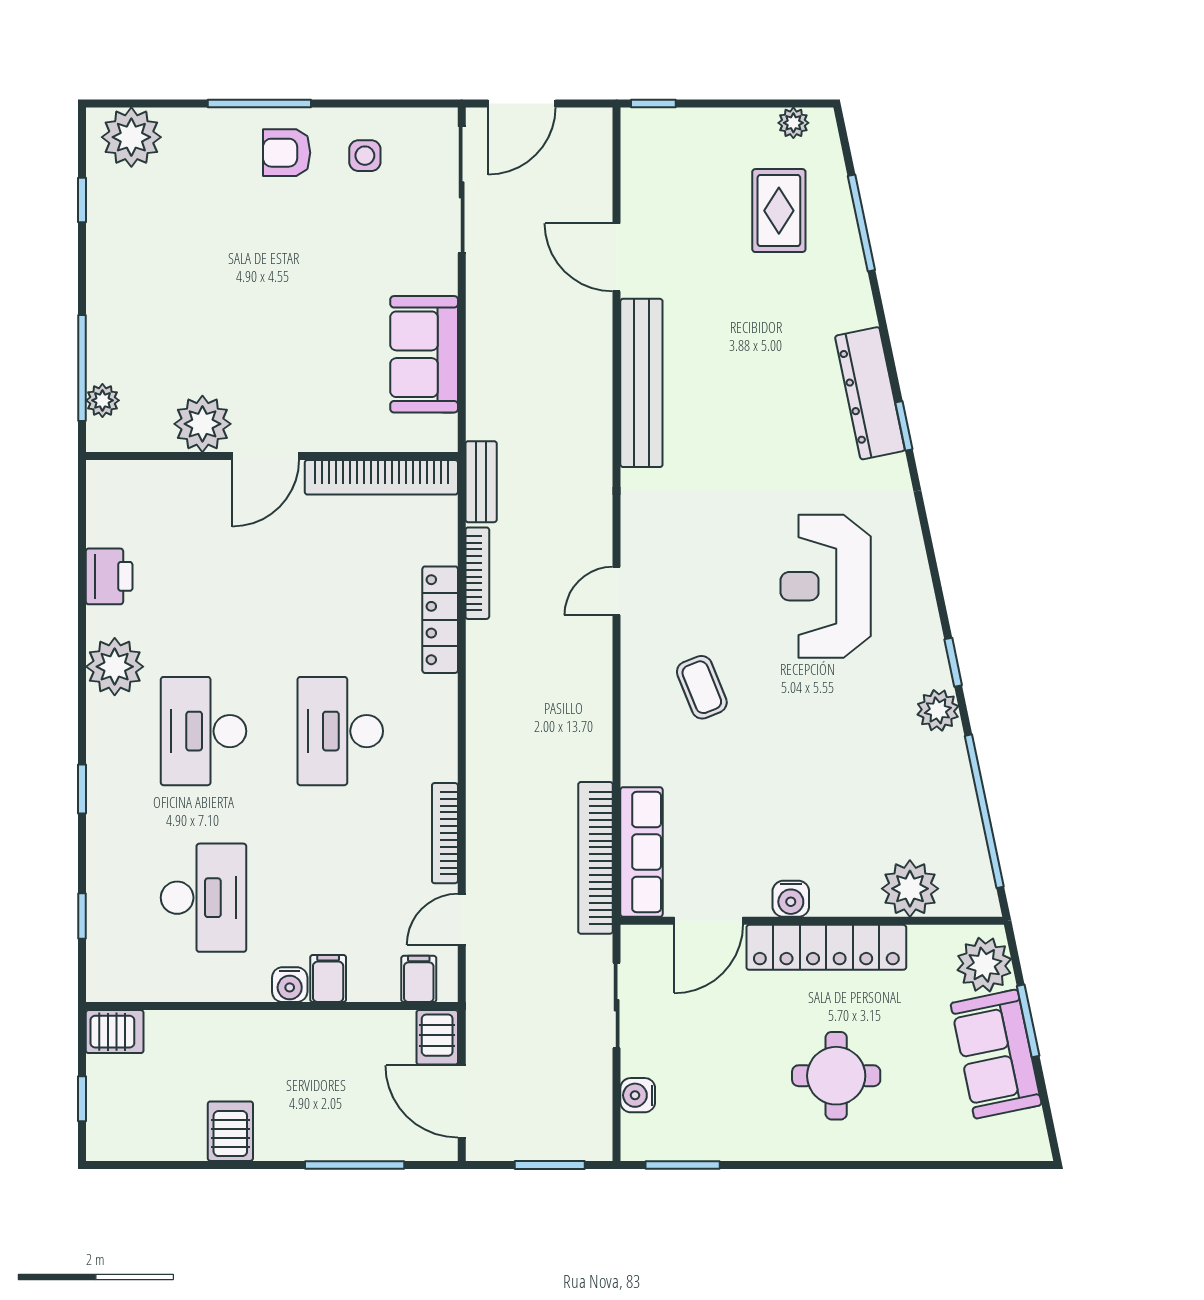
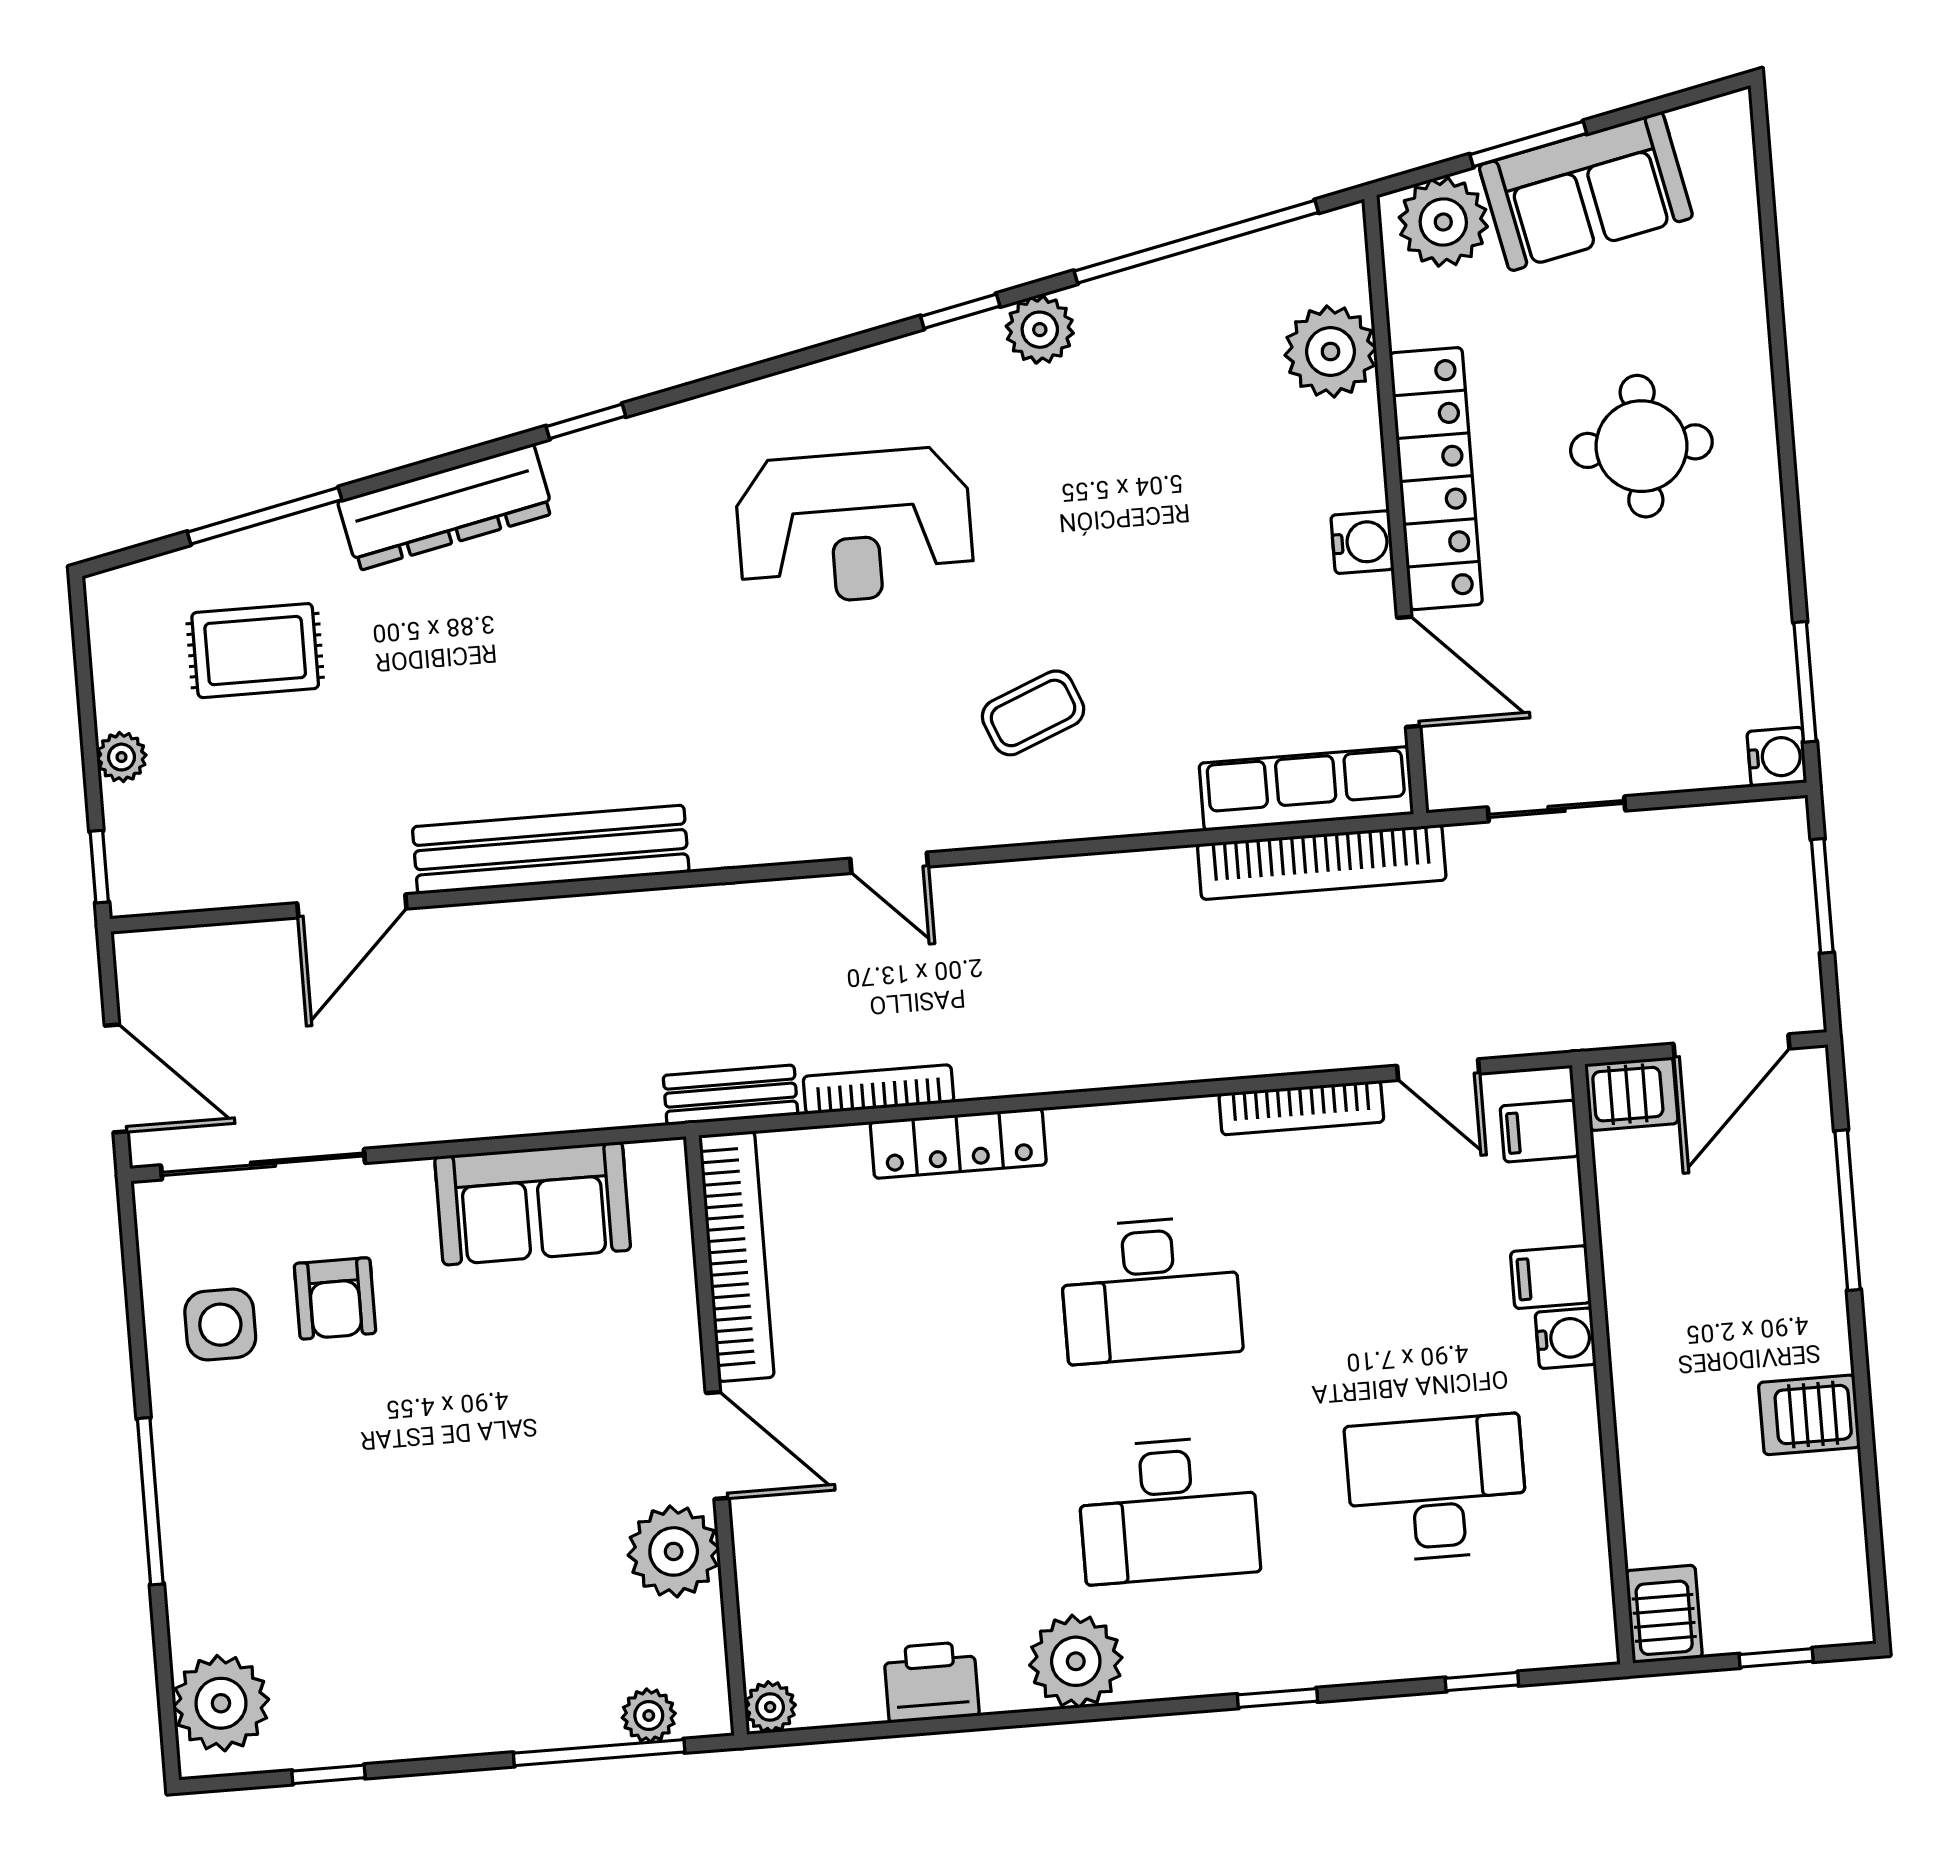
plant: (793, 123) -> (121, 757), moved
armchair: (287, 153) -> (335, 1298), moved
side table: (365, 156) -> (220, 1325), width x1.37, depth x1.37
dresser: (870, 393) -> (445, 507), moved
plant: (102, 476) -> (770, 1707), added
water cooler: (638, 1095) -> (1777, 757), moved, turned -90

